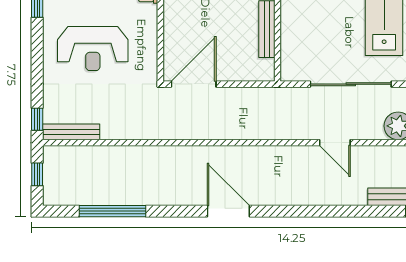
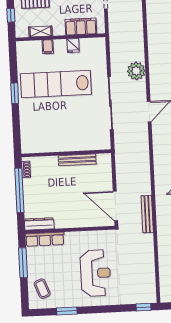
bench: (71, 132) -> (147, 214), moved

